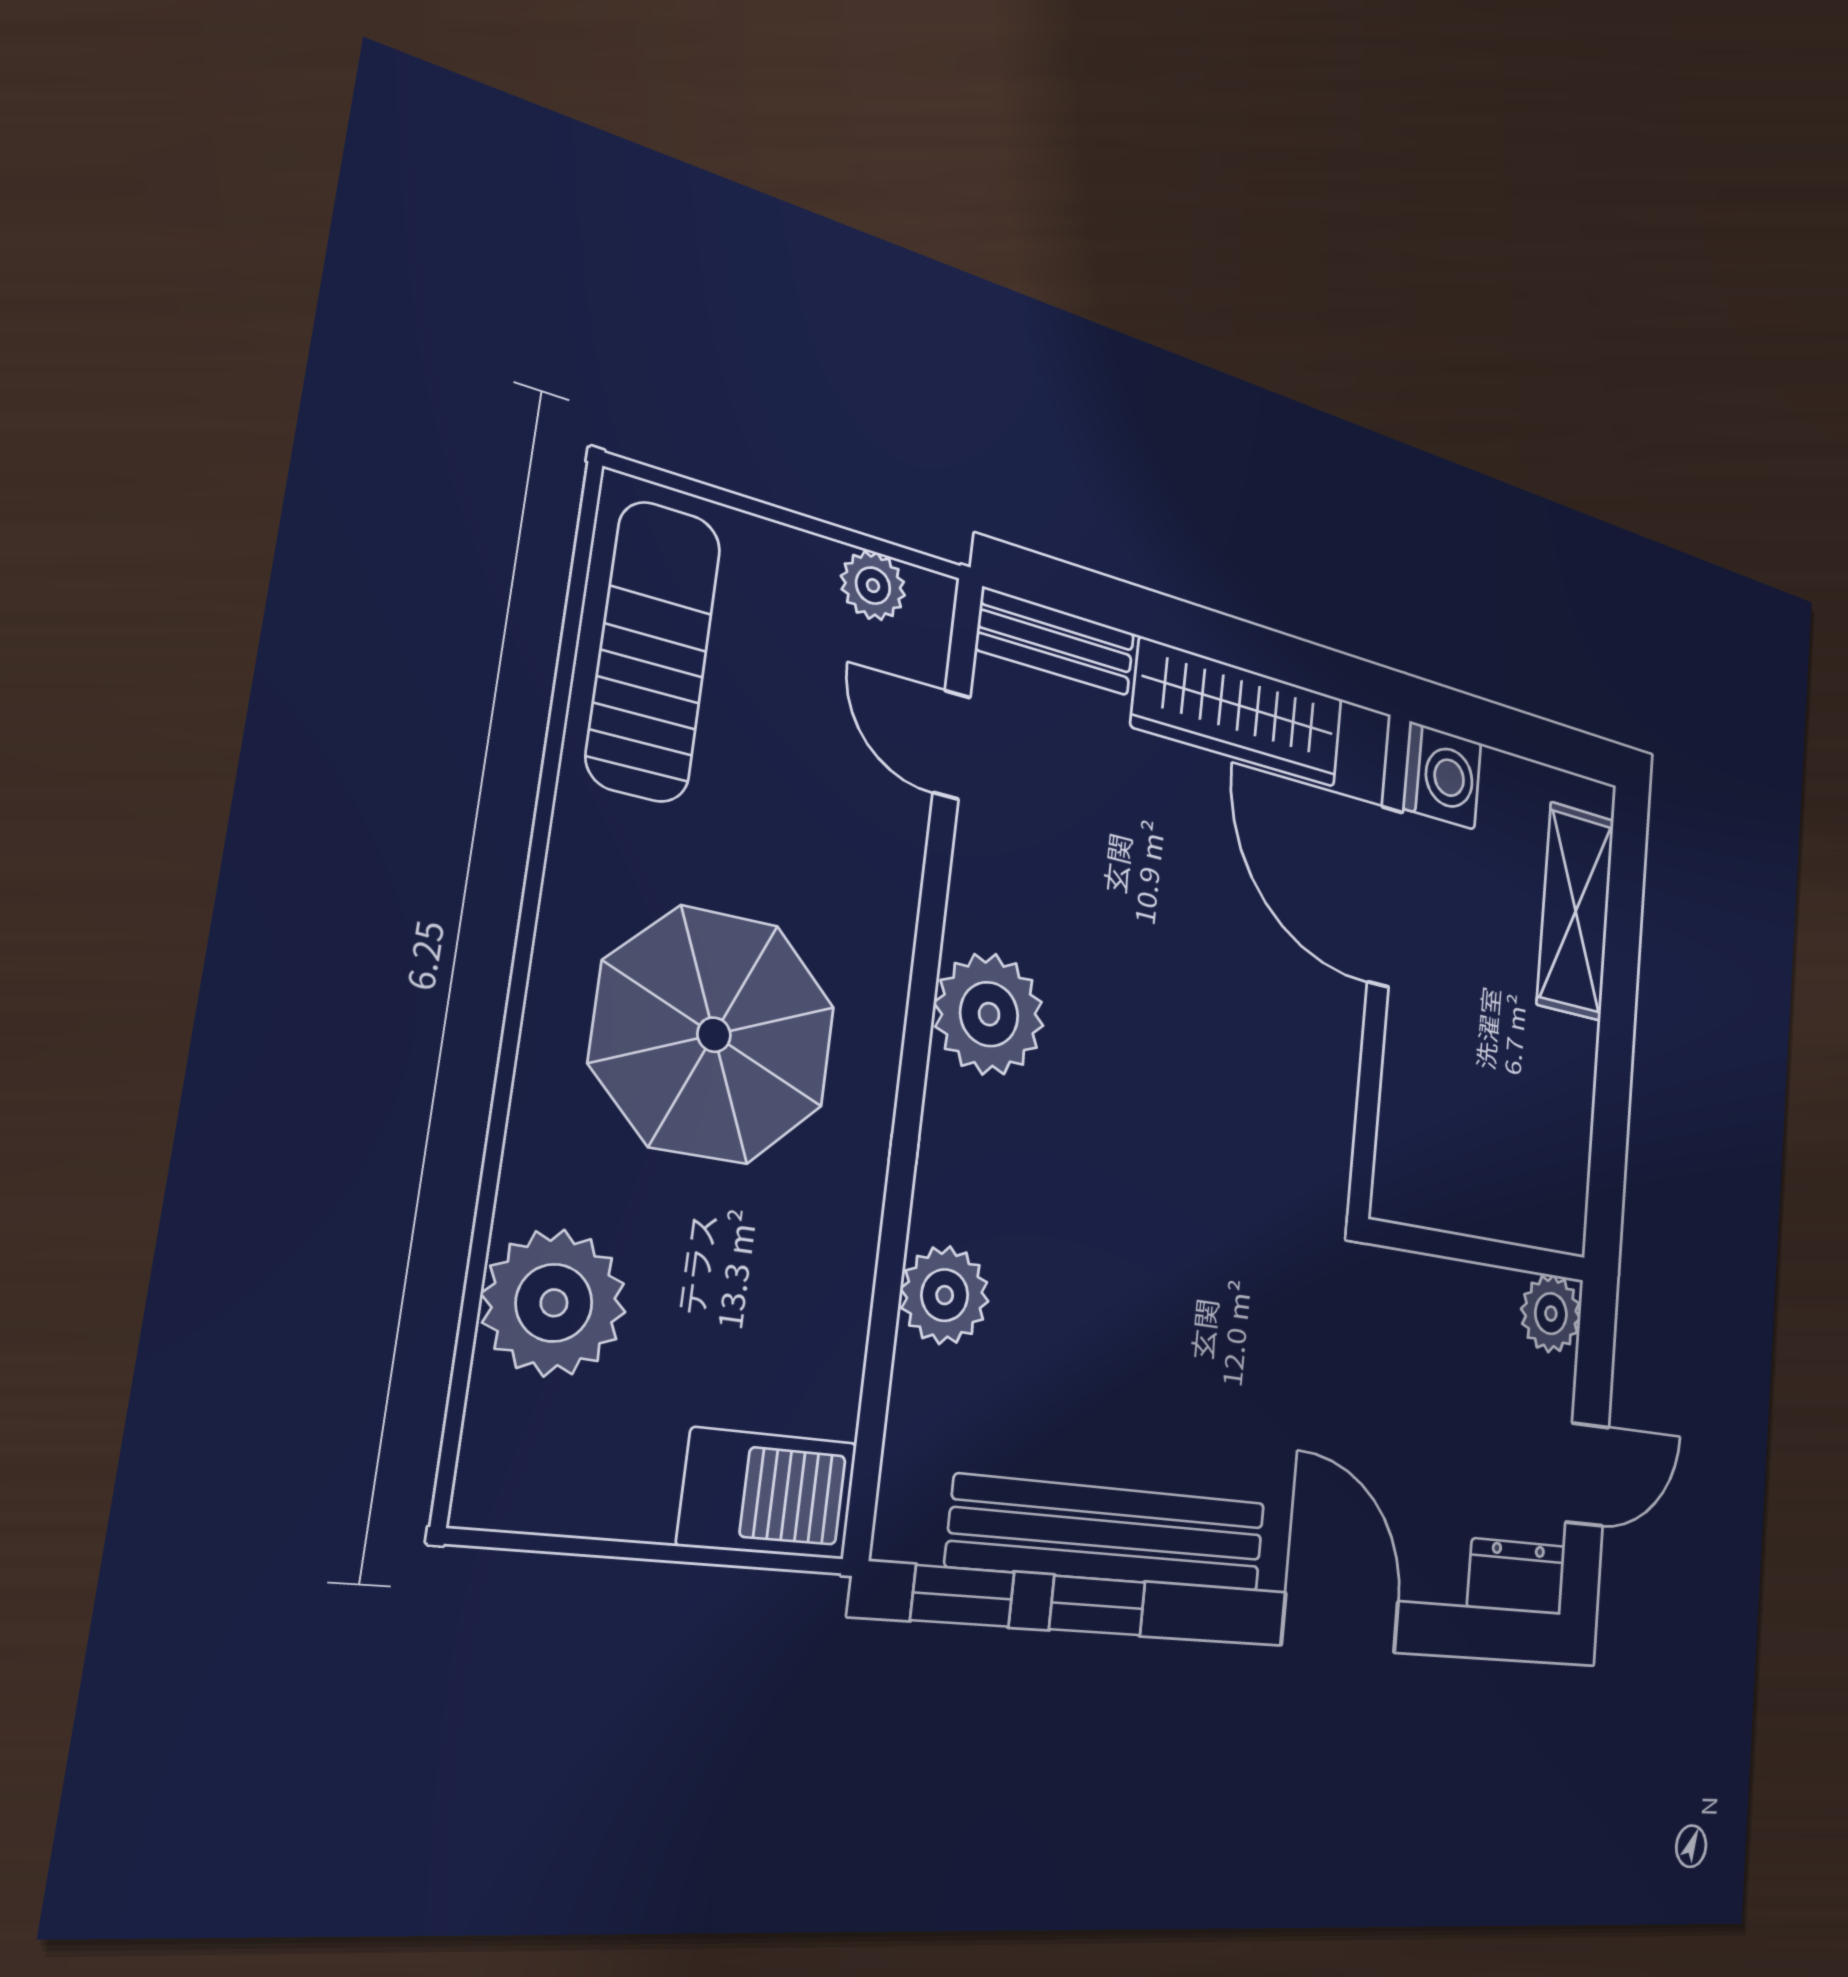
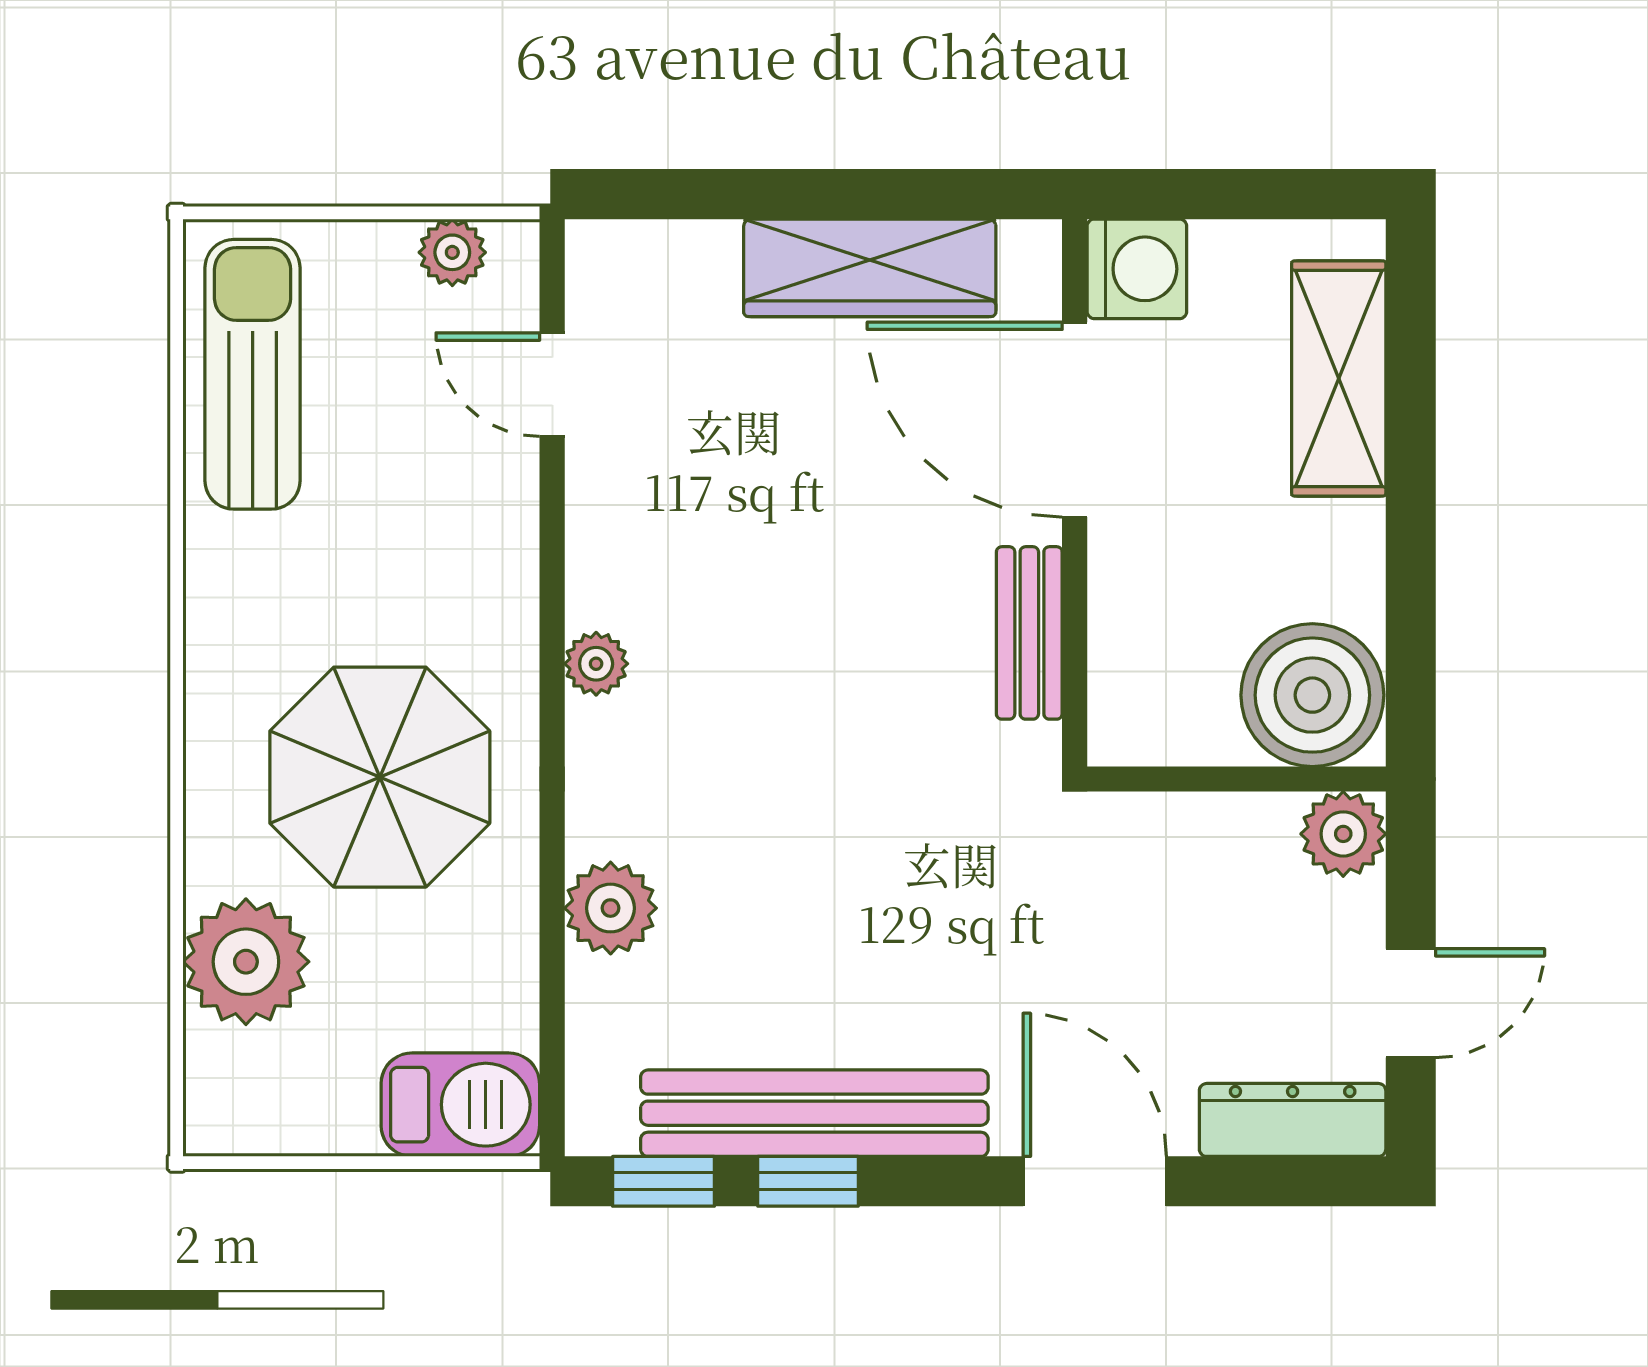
bench: (1056, 641) -> (1029, 633), moved, turned 90
plant: (989, 1014) -> (596, 664), width x0.53, depth x0.53
parasol: (714, 1035) -> (380, 777), moved
boiler: (1538, 1184) -> (1312, 695), added
dresser: (1517, 1577) -> (1293, 1120), width x1.44

